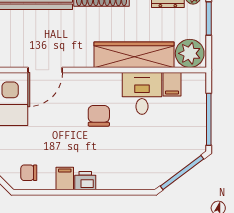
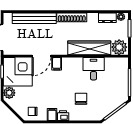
filing cabinet: (172, 84) -> (57, 64), moved
chair: (99, 116) -> (81, 99), moved

